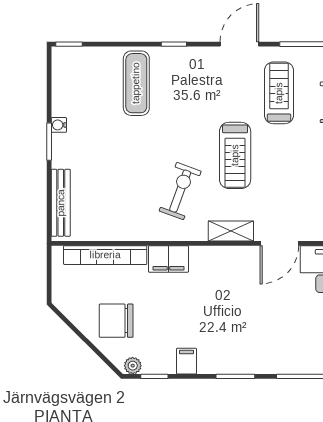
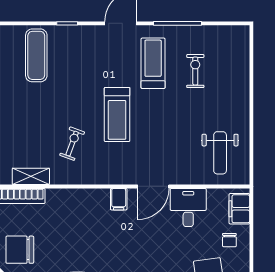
exercise bike: (180, 191) -> (72, 144), width x0.73, depth x0.72
shelving: (231, 231) -> (31, 176), moved
filing cabinet: (168, 259) -> (119, 199), moved, width x0.50

